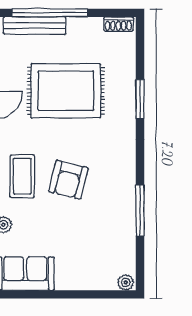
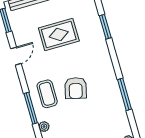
rug: (66, 91) -> (59, 34), width x0.73, depth x0.69

